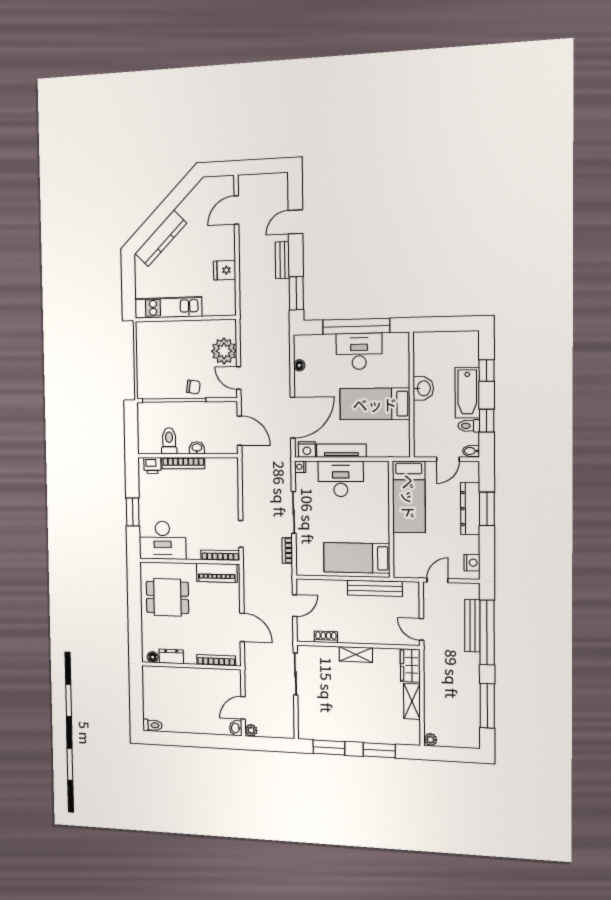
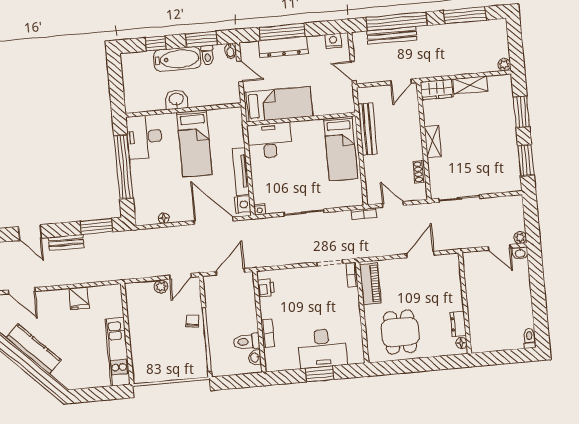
kitchen counter: (161, 238) -> (34, 349), moved
plant: (224, 351) -> (161, 287), width x0.53, depth x0.53
desk: (359, 351) -> (144, 137), moved
window: (487, 421) -> (201, 39), width x1.50
washbasin: (197, 448) -> (255, 358), moved
bookcase: (183, 463) -> (268, 333), width x0.64
printer: (152, 465) -> (266, 288), moved
desk: (341, 479) -> (269, 140), moved, turned 90
window: (487, 509) -> (282, 32), width x1.44
desk: (163, 540) -> (322, 348), moved, turned 90
bookcase: (287, 550) -> (364, 214), moved
bookcase: (220, 555) -> (352, 275), width x0.64
bookcase: (216, 660) -> (456, 278), removed

